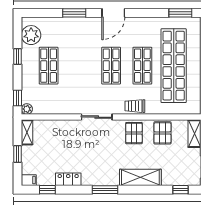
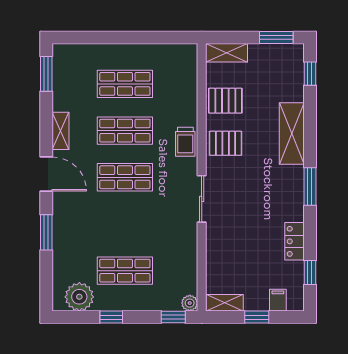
shelving: (142, 22) -> (60, 131), added
shop shelf: (174, 66) -> (125, 84), width x0.50, depth x0.74
filing cabinet: (29, 180) -> (278, 300), moved

